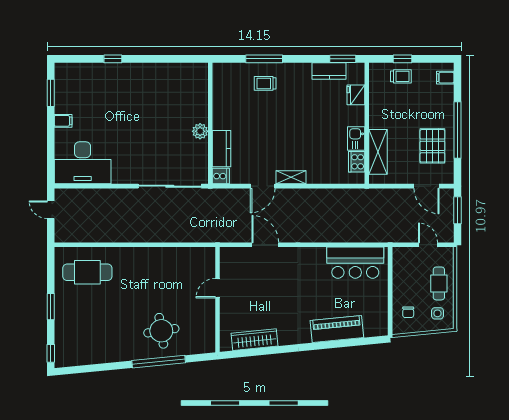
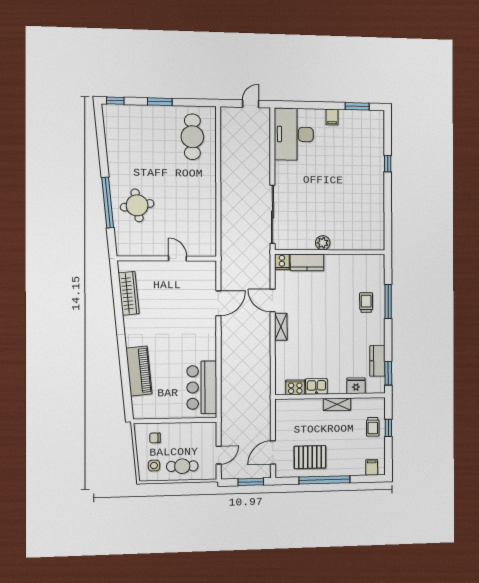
shelving: (378, 152) -> (337, 404), moved, width x0.67, depth x0.75

